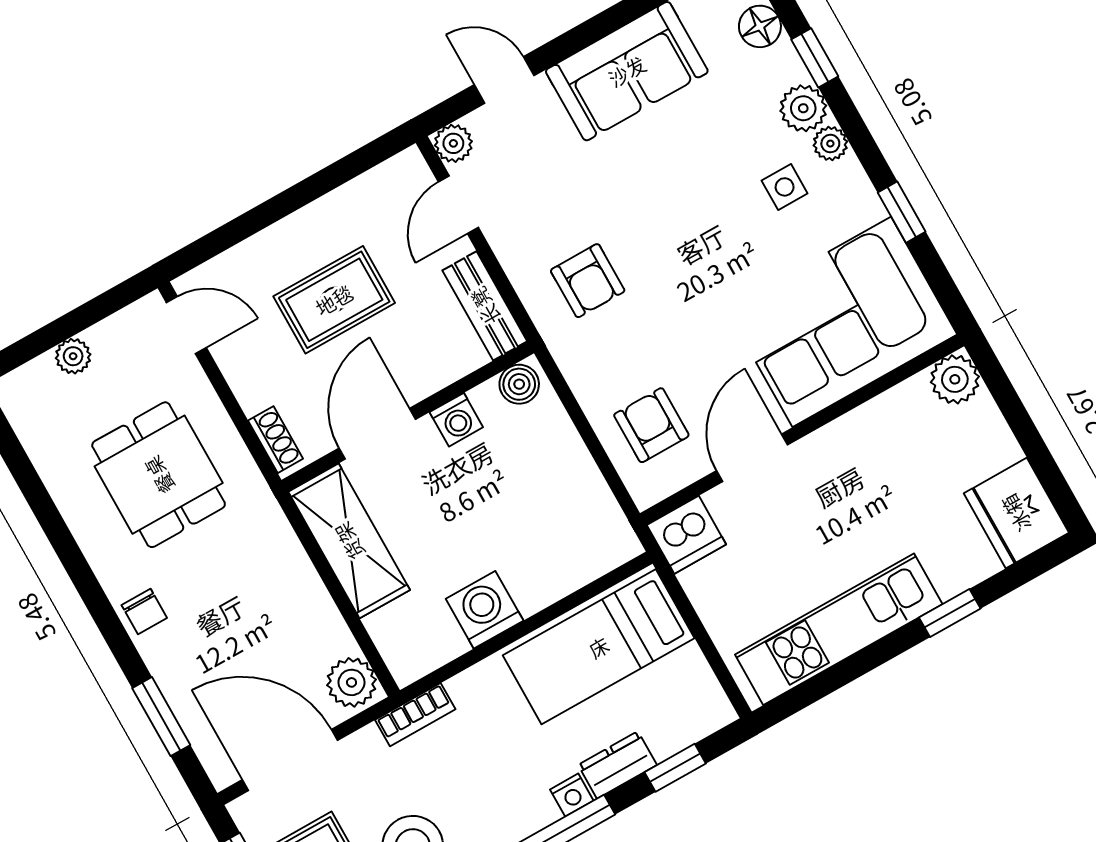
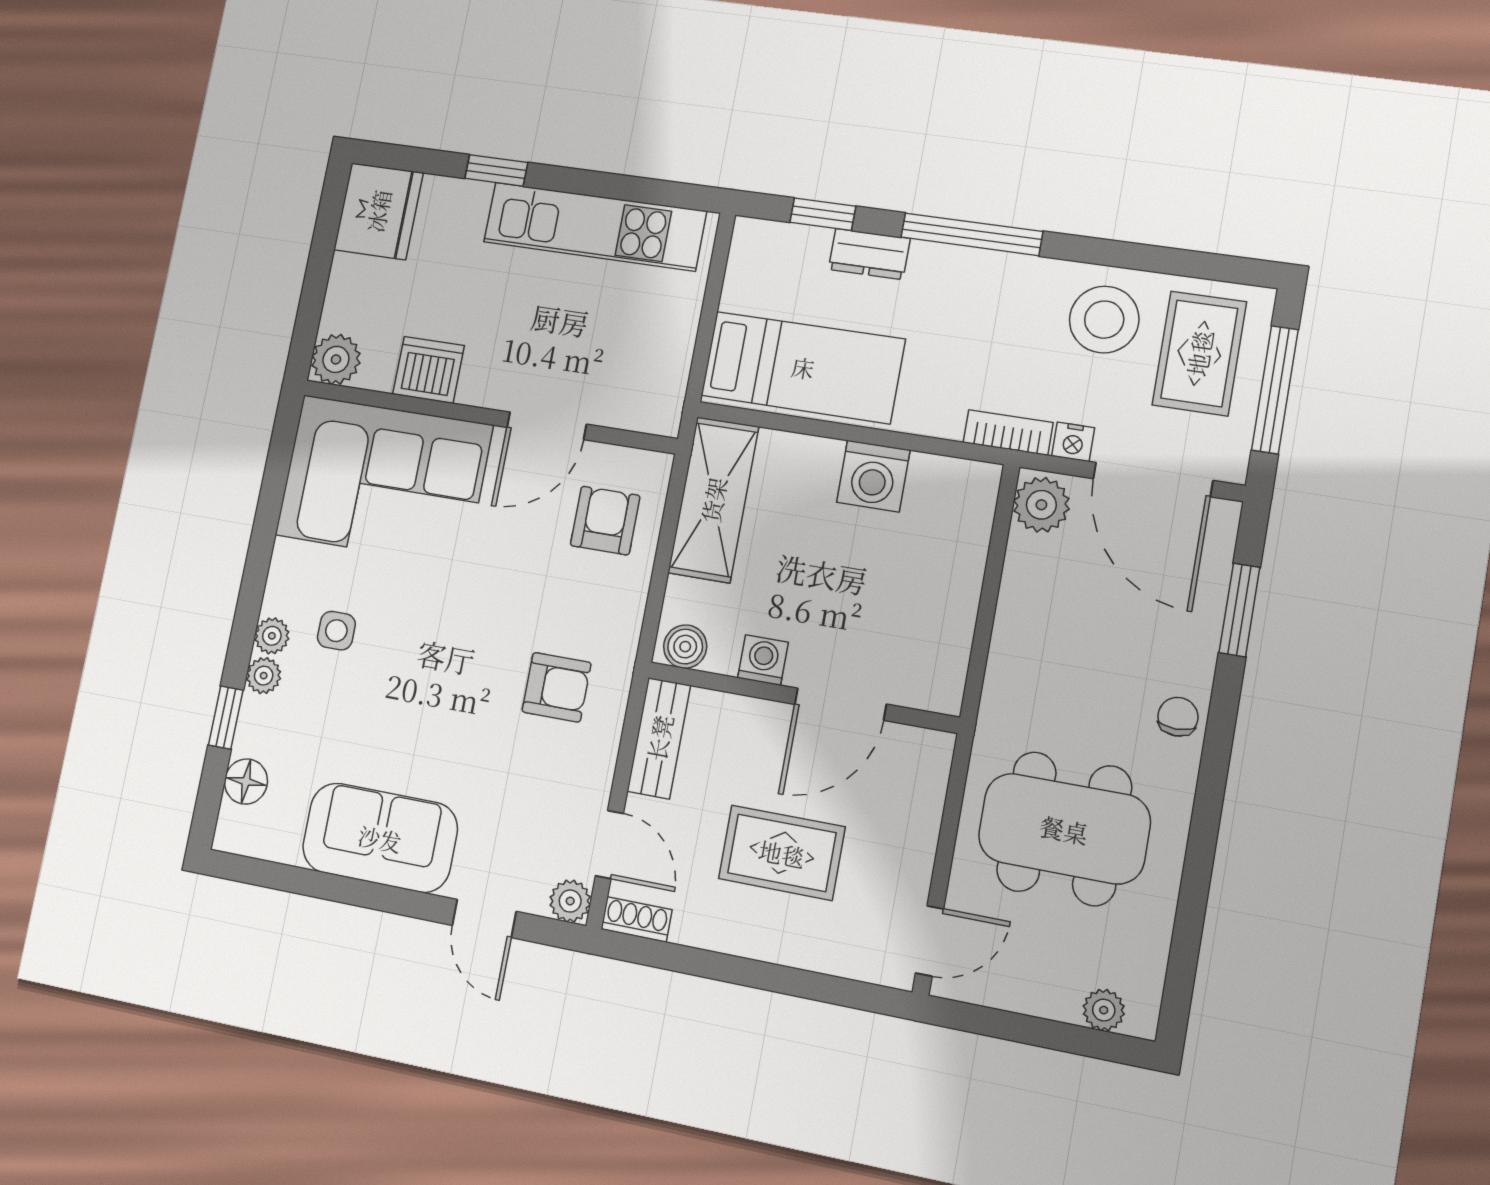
plant: (803, 108) -> (264, 676), width x0.73, depth x0.73
door: (458, 205) -> (609, 845), hinge flipped
window: (902, 212) -> (264, 532), removed
armchair: (588, 281) -> (557, 687), turned 90
door: (186, 325) -> (930, 941), swing flipped
plant: (73, 356) -> (1104, 1010), moved
armchair: (651, 425) -> (605, 521), turned 180
shoe rack: (276, 440) -> (637, 919), moved, turned 90
dining table: (159, 475) -> (1064, 829), width x1.38
dishwasher: (686, 535) -> (429, 370), moved
shelving: (349, 541) -> (713, 500), moved
nightstand: (572, 795) -> (1073, 442), moved, turned 180

